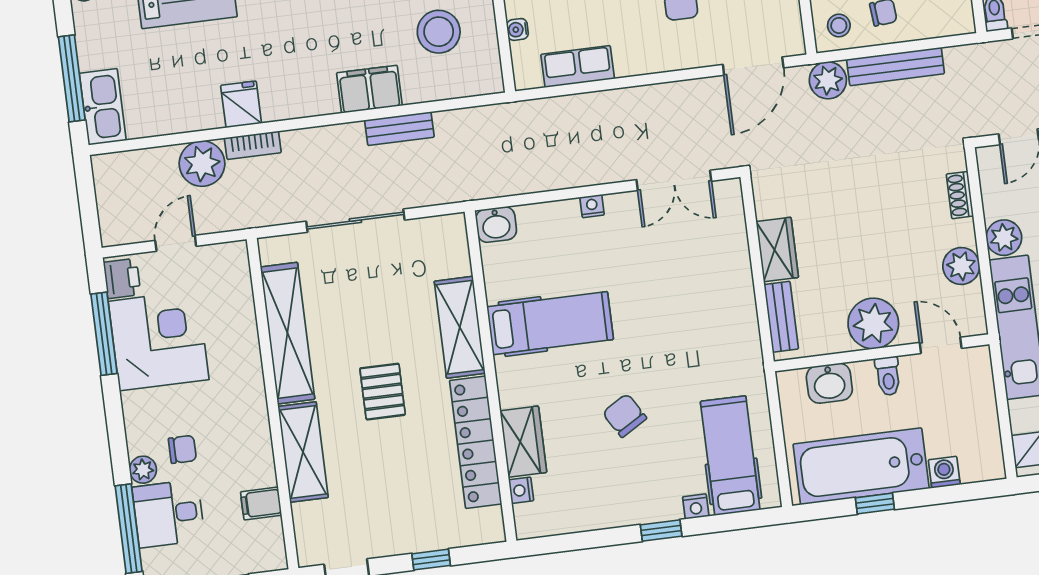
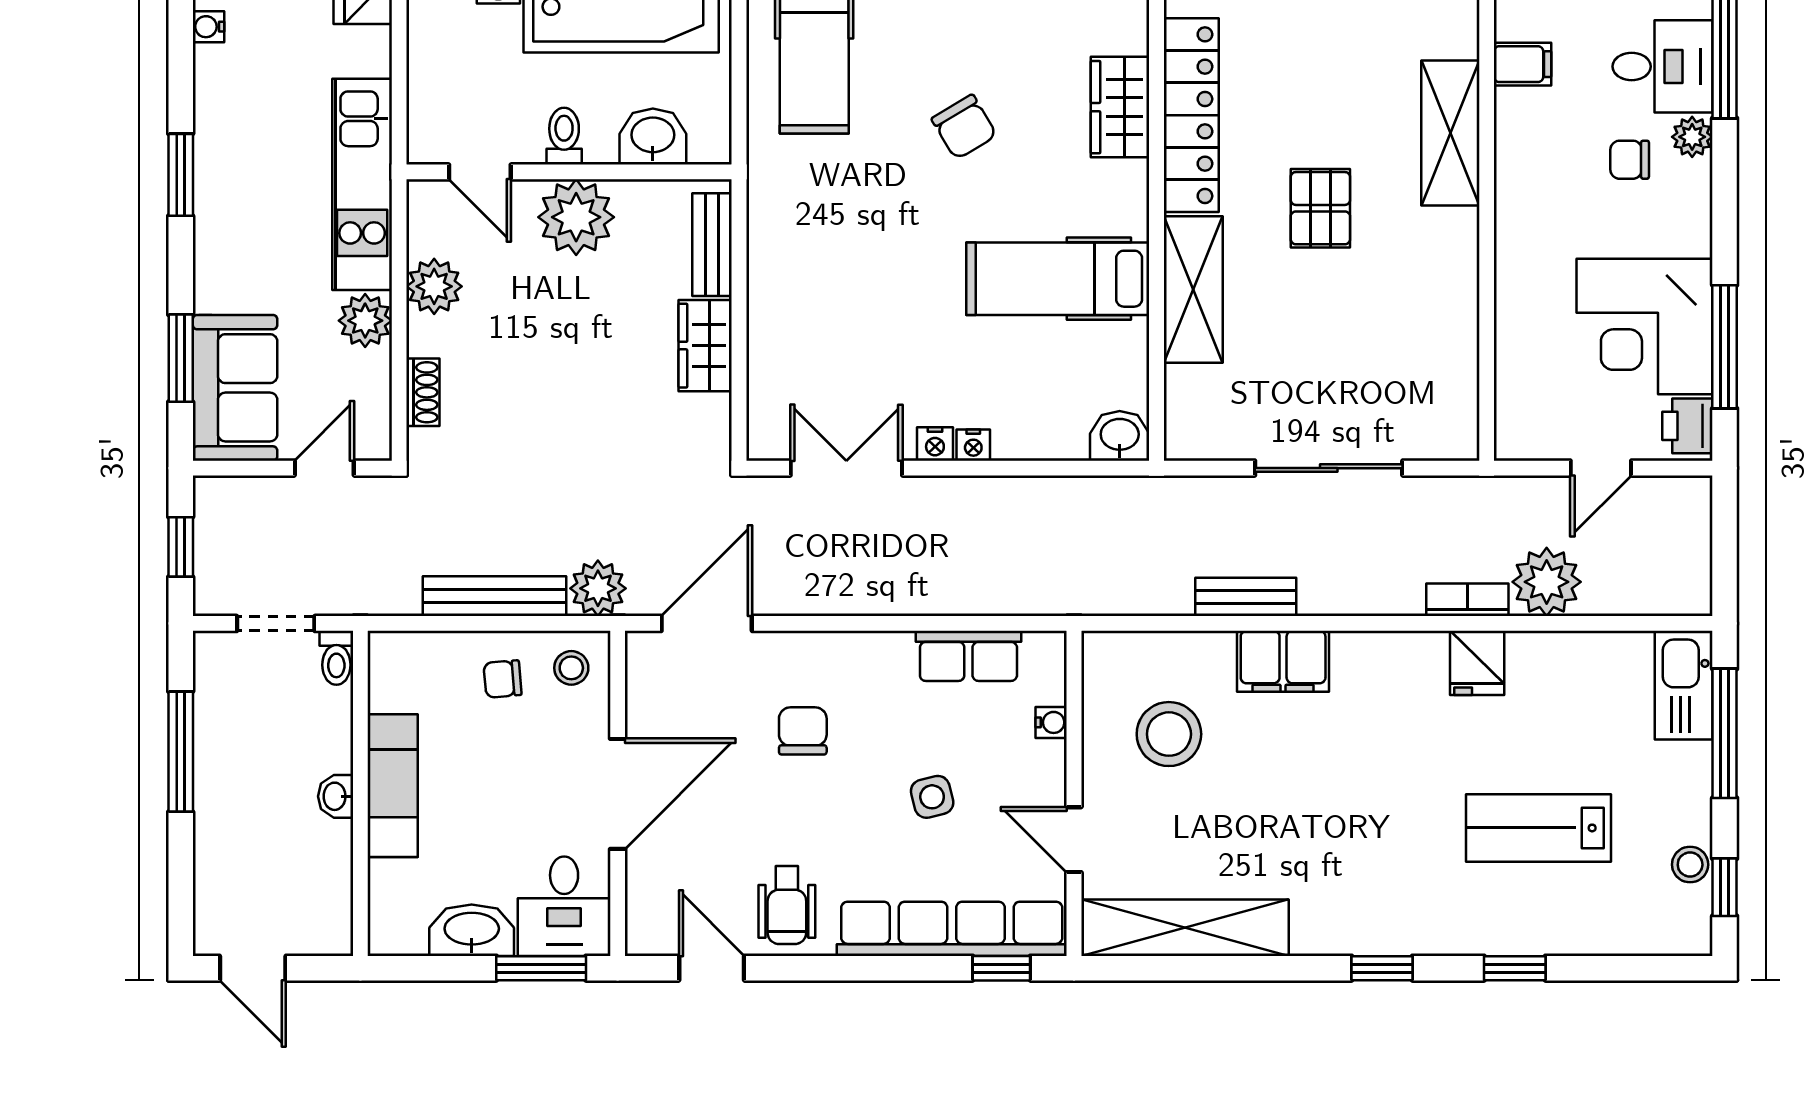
shelving: (287, 333) -> (1451, 313), removed
nightstand: (521, 490) -> (935, 444), moved, turned 90

